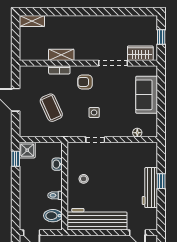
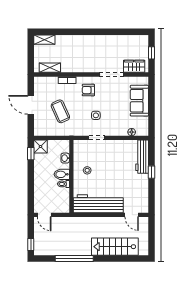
shelving: (61, 55) -> (50, 68), moved
workbench: (150, 188) -> (142, 157), moved
bidet: (53, 216) -> (62, 174), moved

